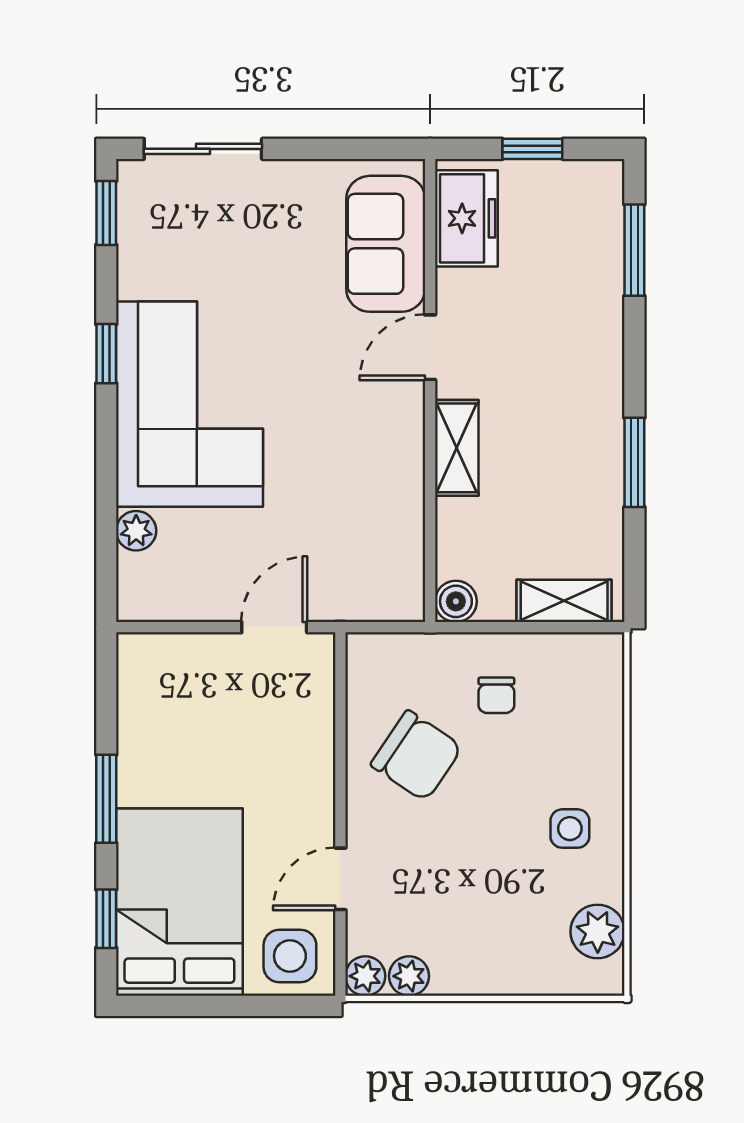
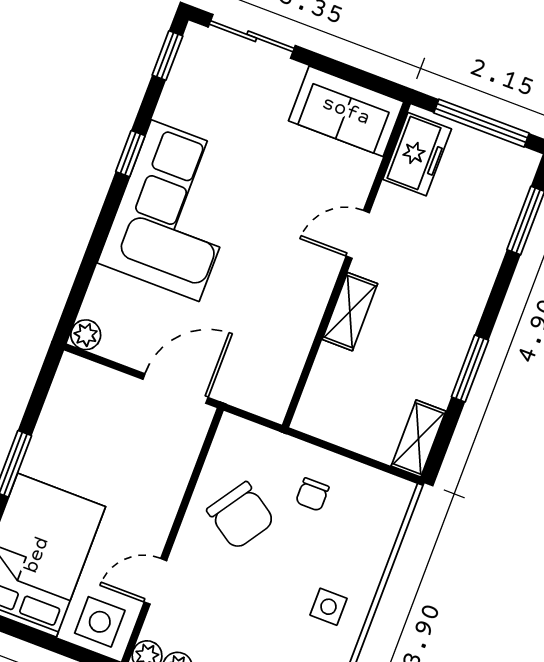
window: (532, 149) -> (481, 123), width x2.17
sofa: (386, 244) -> (346, 111), moved, turned -90
plant: (136, 531) -> (86, 335), moved
boiler: (456, 601) -> (309, 418), removed
shelving: (564, 601) -> (418, 439), moved, turned 90
door: (274, 627) -> (175, 388), width x1.38

